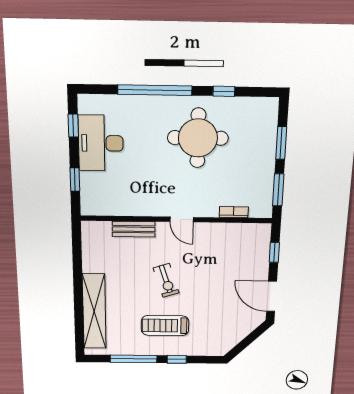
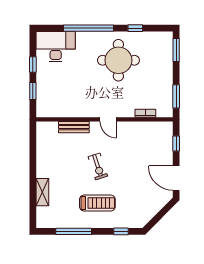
window: (73, 126) -> (33, 64), moved
desk: (101, 143) -> (56, 47), moved, turned 90
window: (281, 143) -> (176, 50), moved
shelving: (94, 311) -> (42, 192), width x0.45, depth x0.75
treadmill: (165, 326) -> (97, 203), turned 180
window: (177, 359) -> (121, 231), moved

